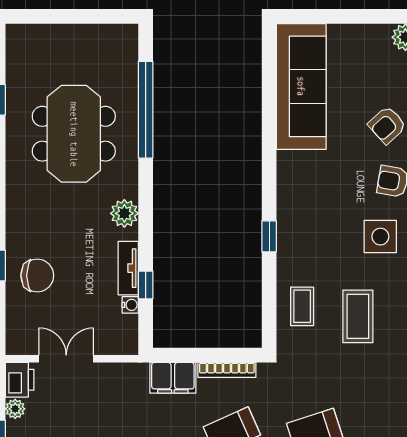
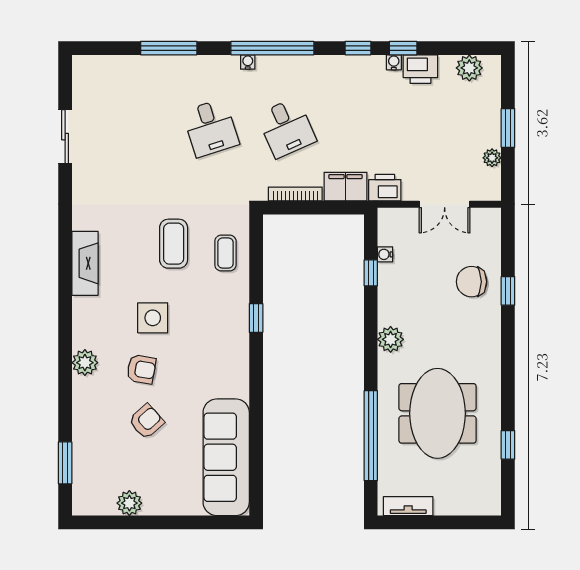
tv unit: (128, 268) -> (408, 506), moved, turned -90
printer: (20, 380) -> (385, 188), moved, turned 90

